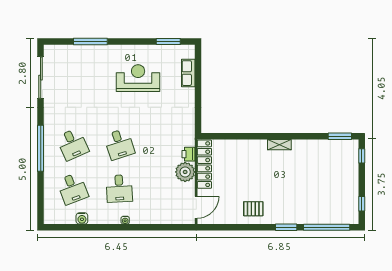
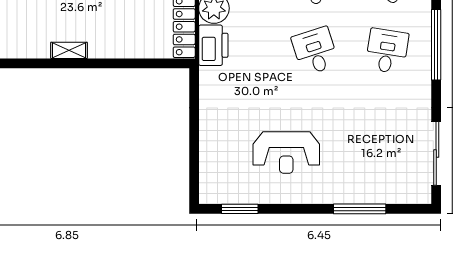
row of seats: (188, 73) -> (209, 160), removed
desk: (73, 144) -> (387, 51), turned 33
printer: (189, 154) -> (213, 45), width x1.87, depth x1.48

